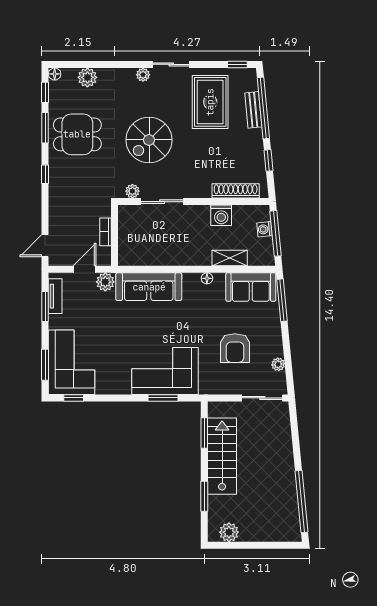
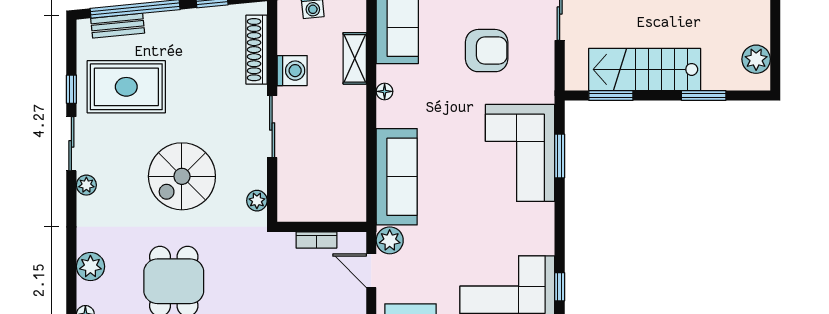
window: (237, 64) -> (71, 89), moved
bench: (253, 110) -> (118, 26), moved
spiral stairs: (149, 140) -> (182, 176), turned 90
sliding door: (162, 202) -> (272, 127), moved

